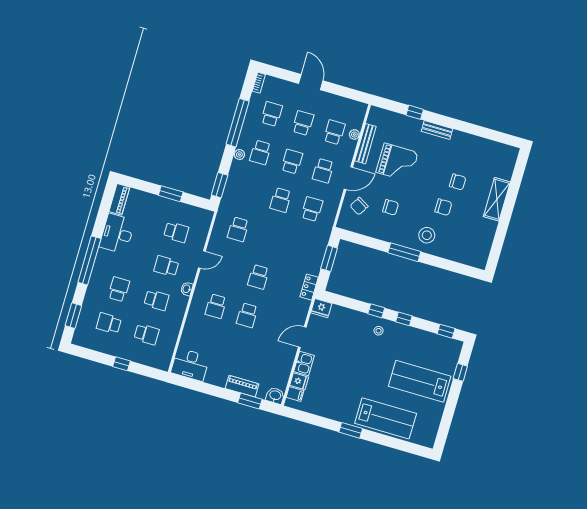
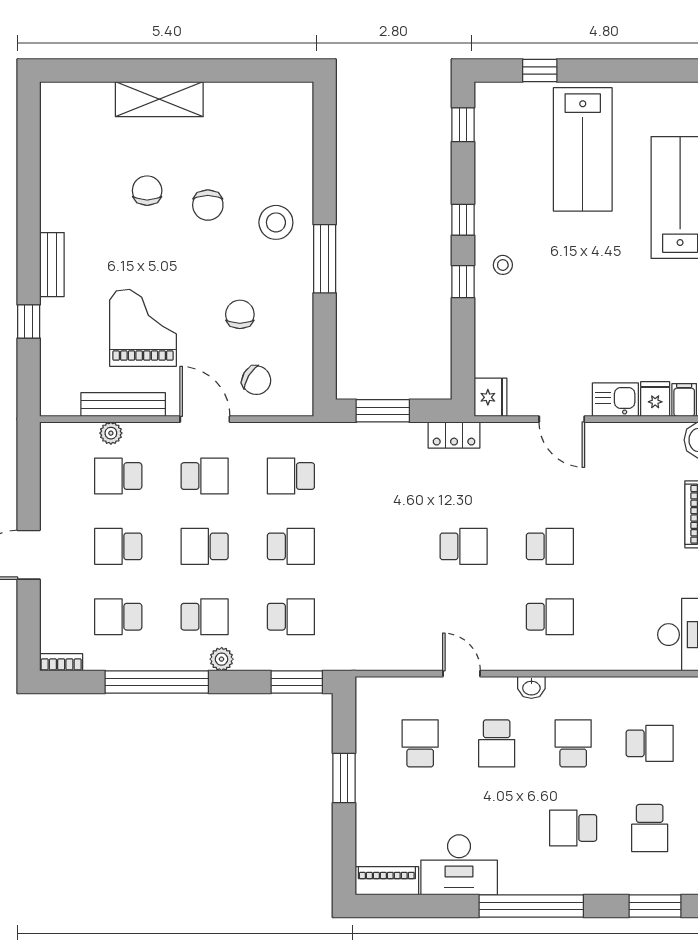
chair: (443, 207) -> (208, 205), turned 180
school desk: (238, 229) -> (291, 617), moved
school desk: (147, 334) -> (650, 743), turned 90

